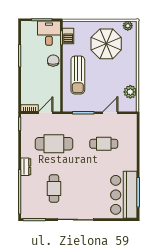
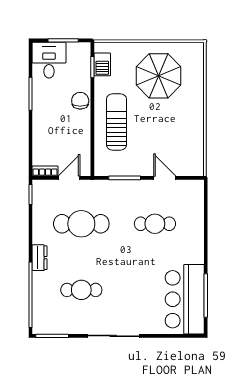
plant: (128, 26) -> (190, 49), removed
desk: (49, 33) -> (49, 60), moved
sun lounger: (78, 75) -> (116, 122), turned 180
plant: (130, 92) -> (194, 147), removed
door: (110, 113) -> (165, 178), hinge flipped
cafe table: (54, 189) -> (81, 290), turned 90

